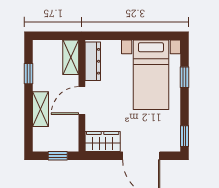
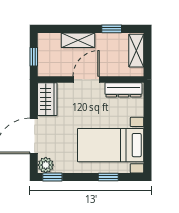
shelving: (71, 57) -> (136, 51), moved, turned 90
door: (82, 101) -> (86, 80), hinge flipped
plant: (172, 143) -> (46, 165), added

